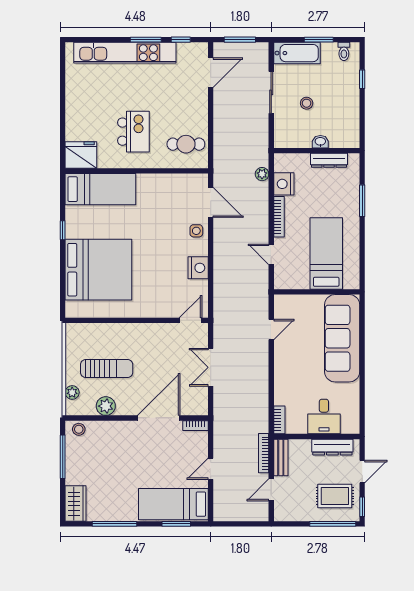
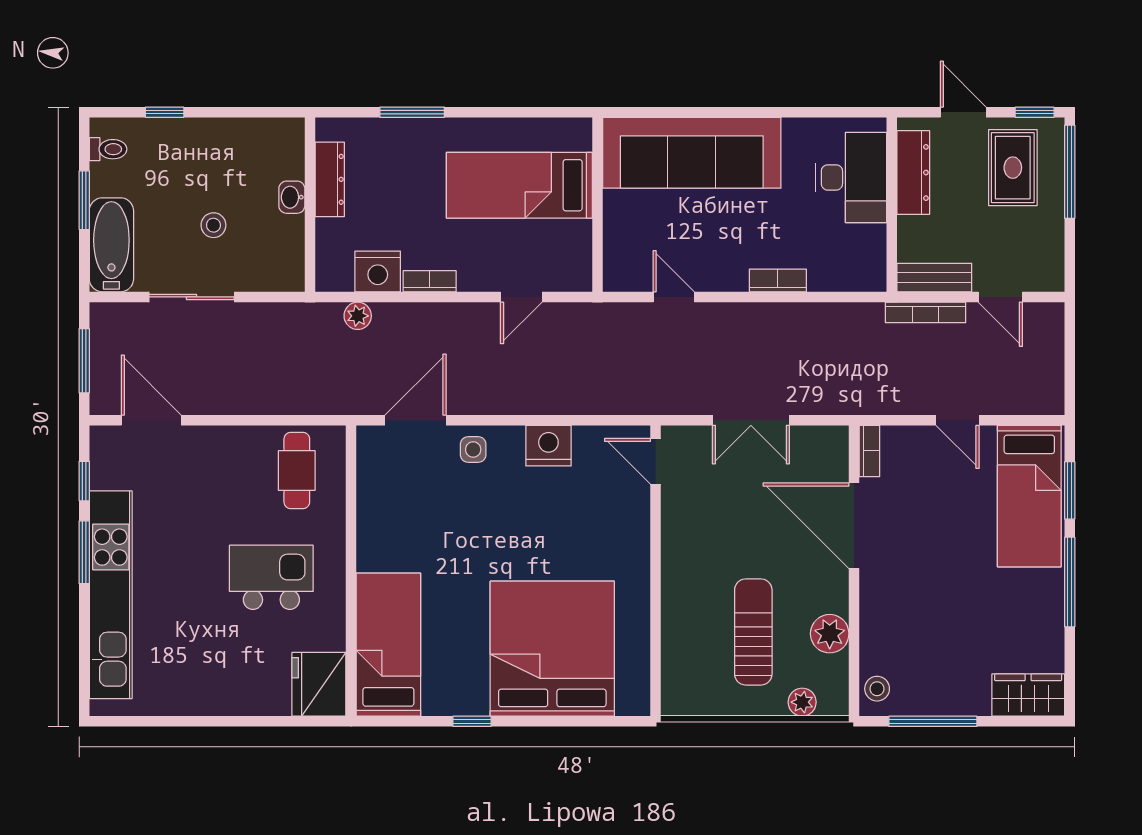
bookcase: (279, 217) -> (430, 281), width x0.64
desk: (324, 417) -> (851, 177), width x1.37
bookcase: (279, 420) -> (778, 280), moved
window: (115, 524) -> (1070, 582), moved

